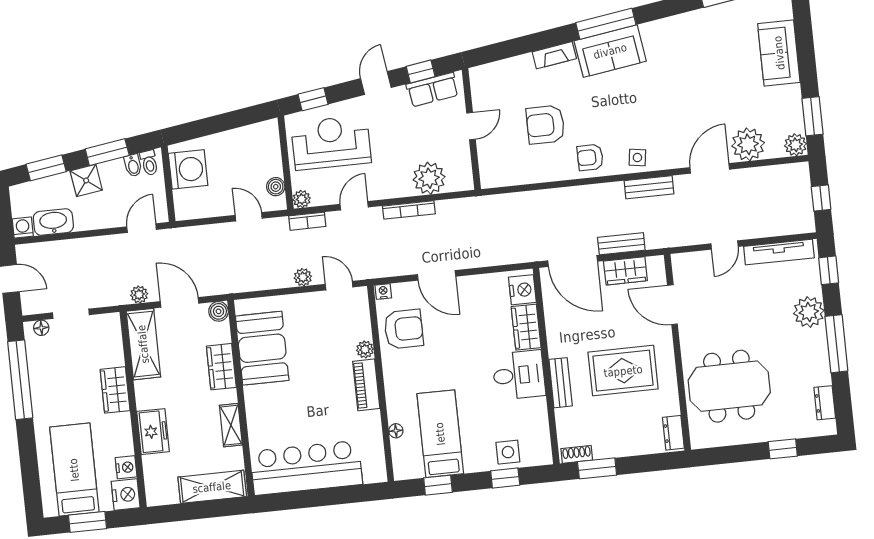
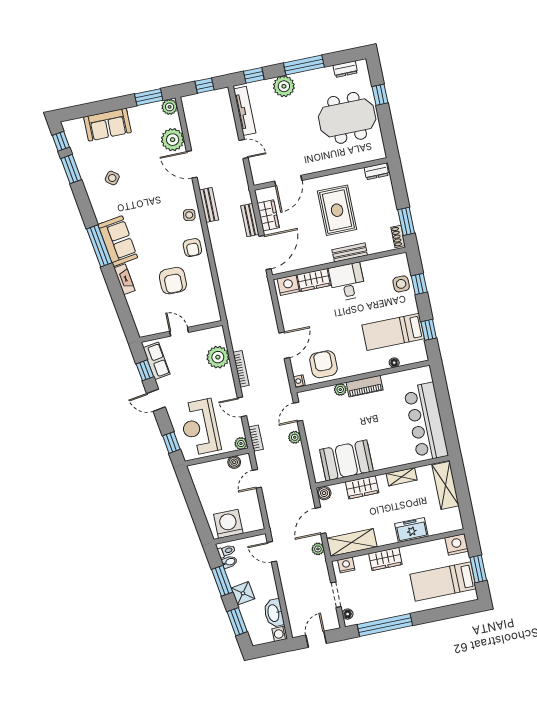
side table: (702, 52) -> (112, 178), added
meeting table: (729, 386) -> (347, 118), moved, turned 90
nightstand: (126, 467) -> (346, 565), moved

